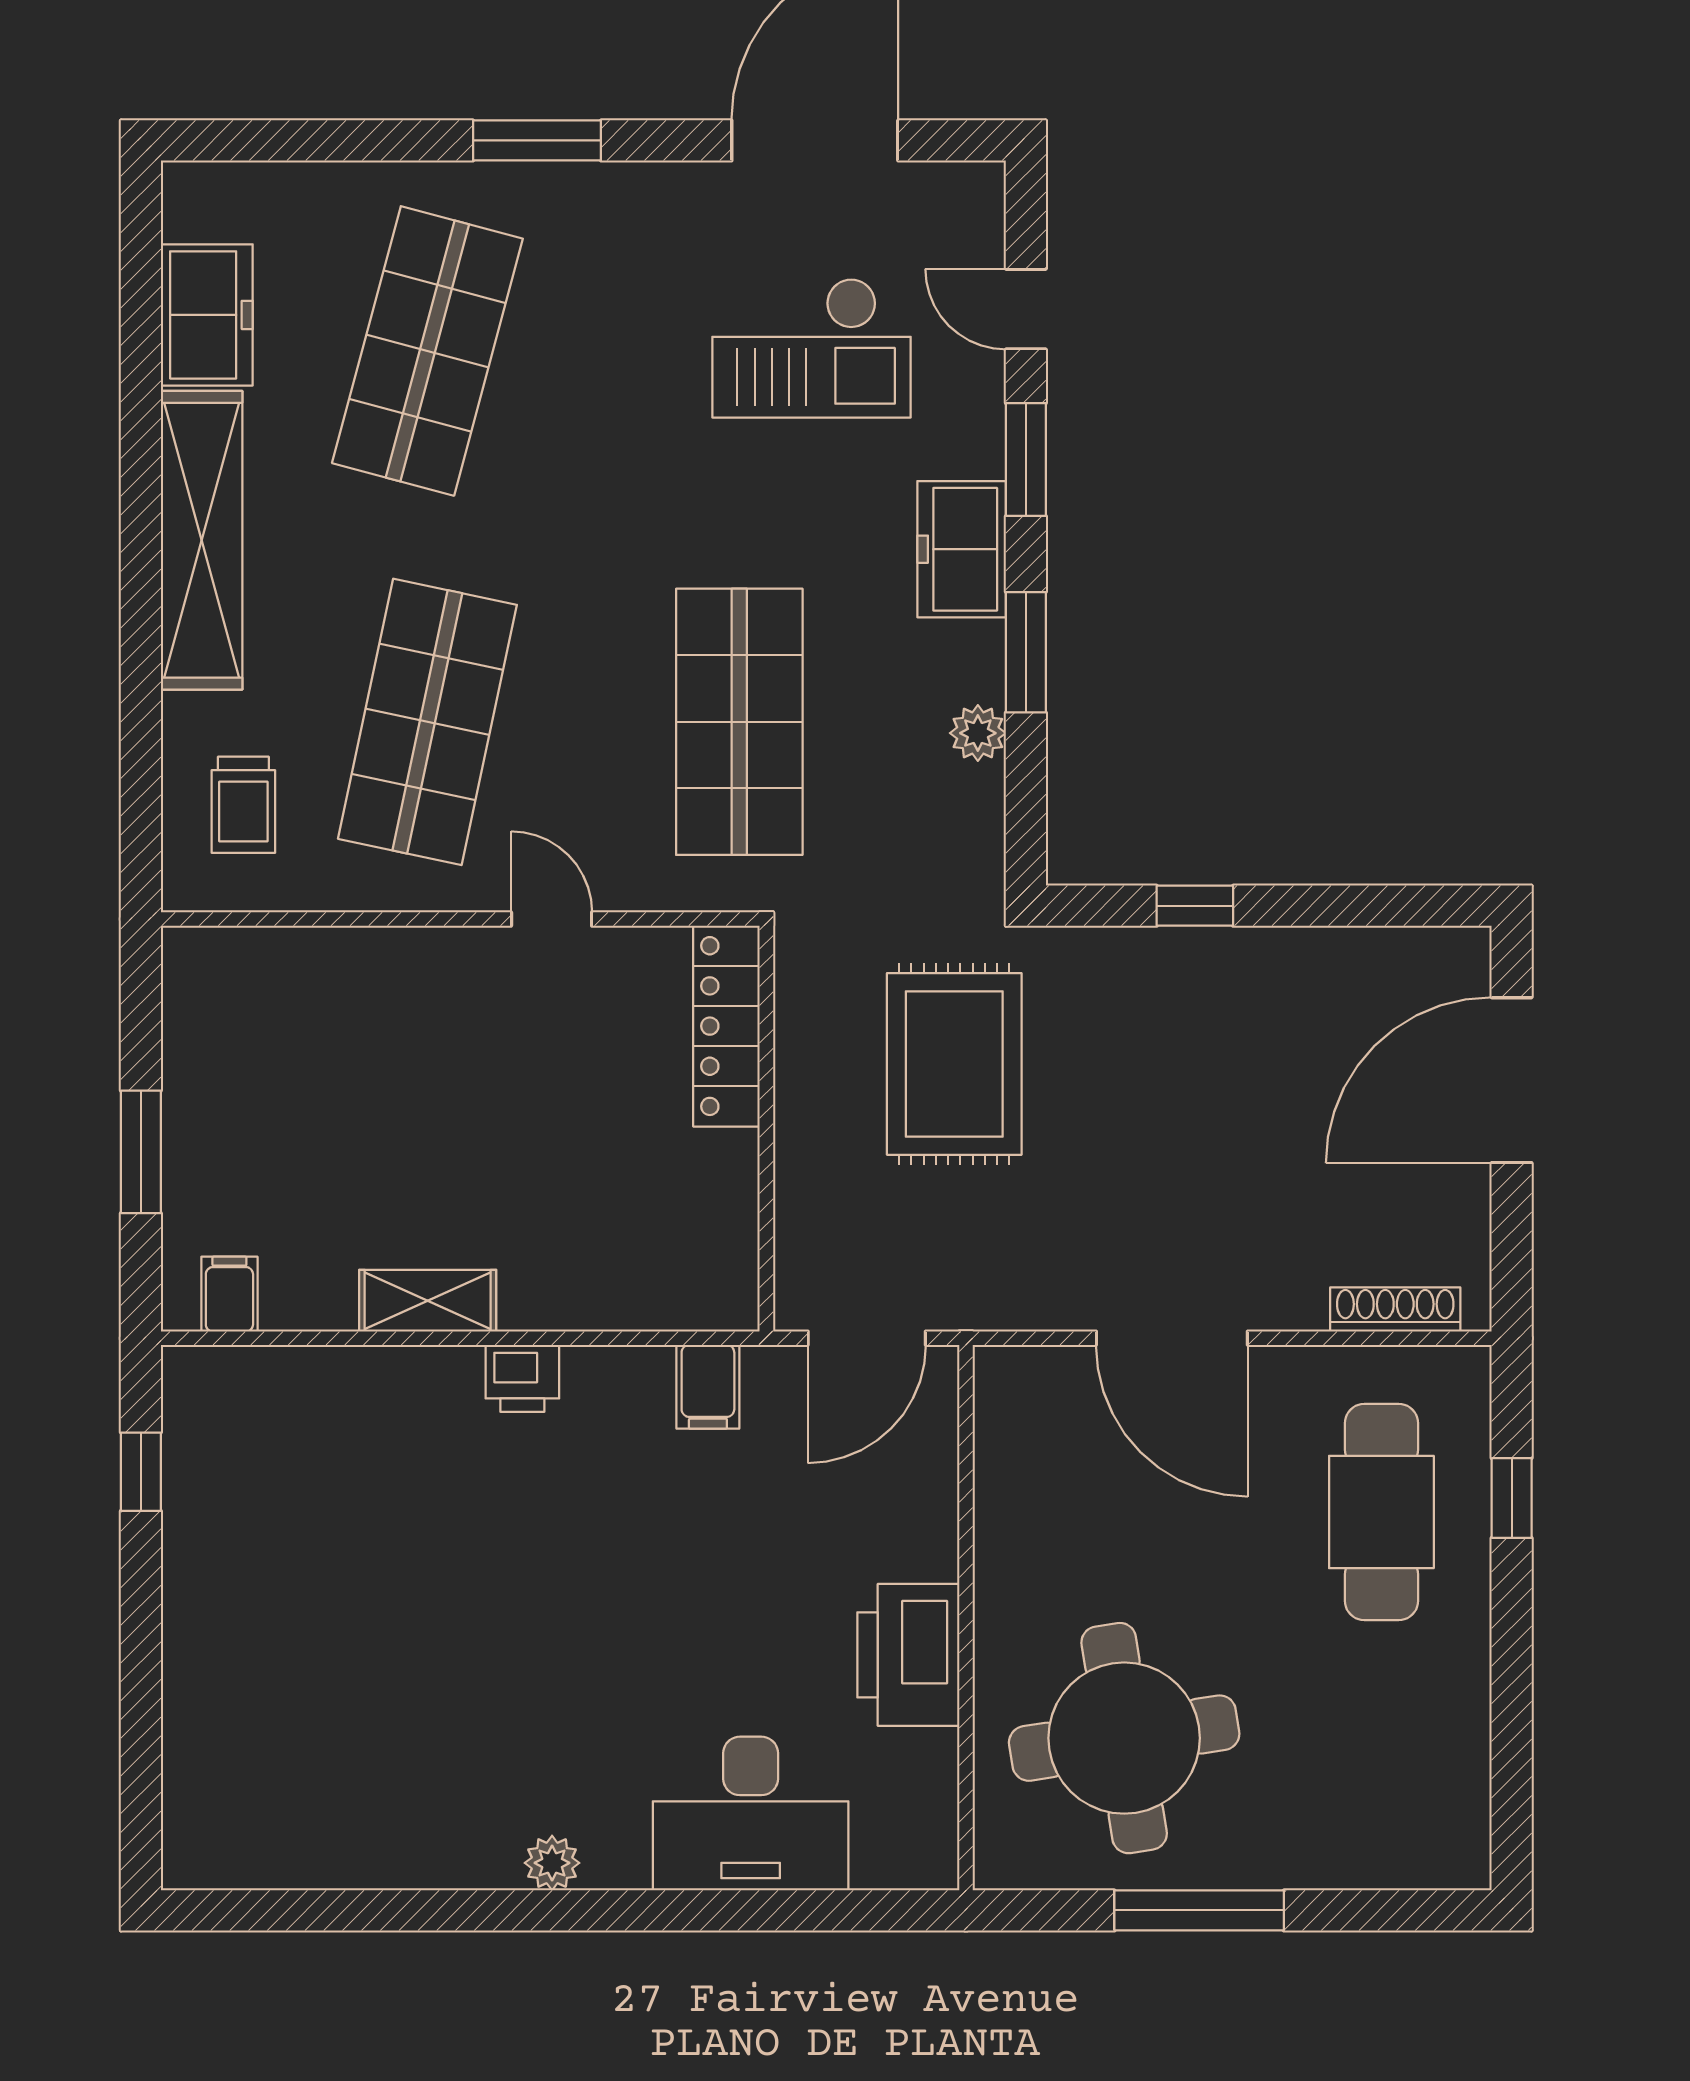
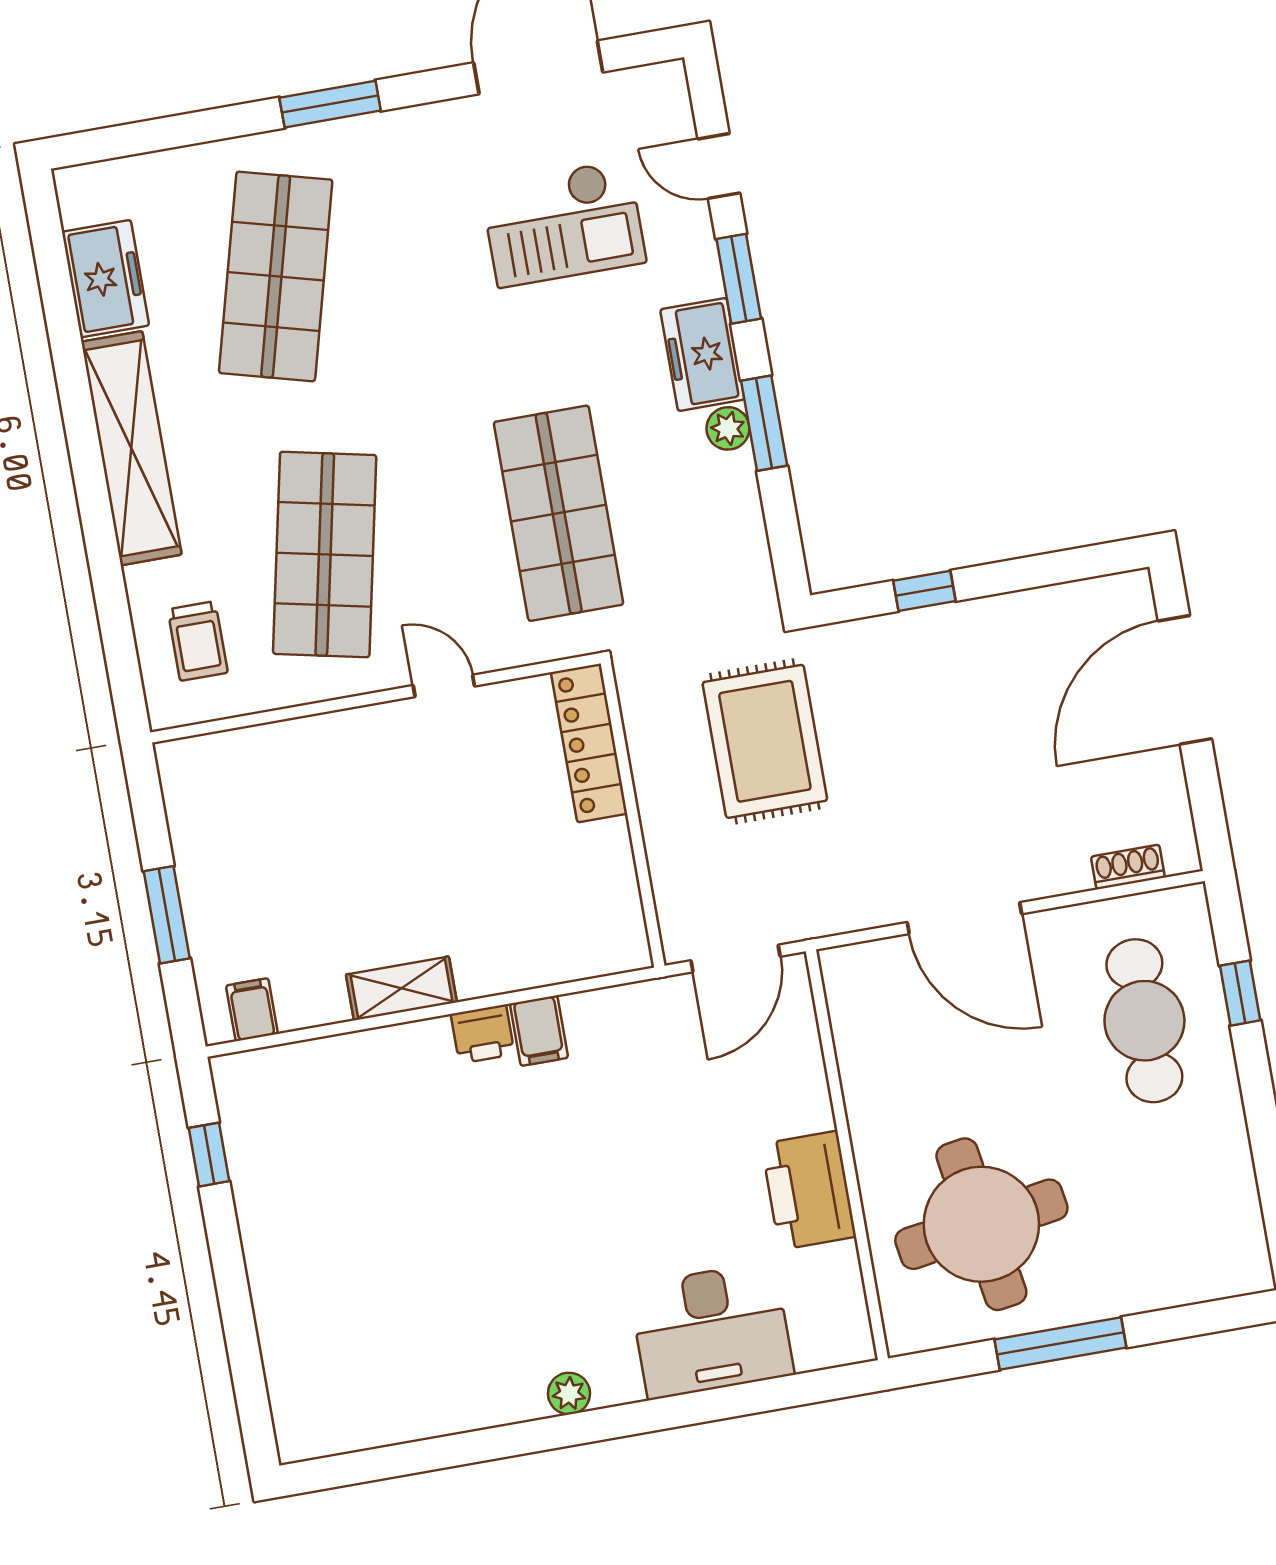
plant: (978, 733) -> (728, 428), moved
shoe rack: (1395, 1309) -> (1128, 867), width x0.70
filing cabinet: (708, 1387) -> (539, 1031), moved

